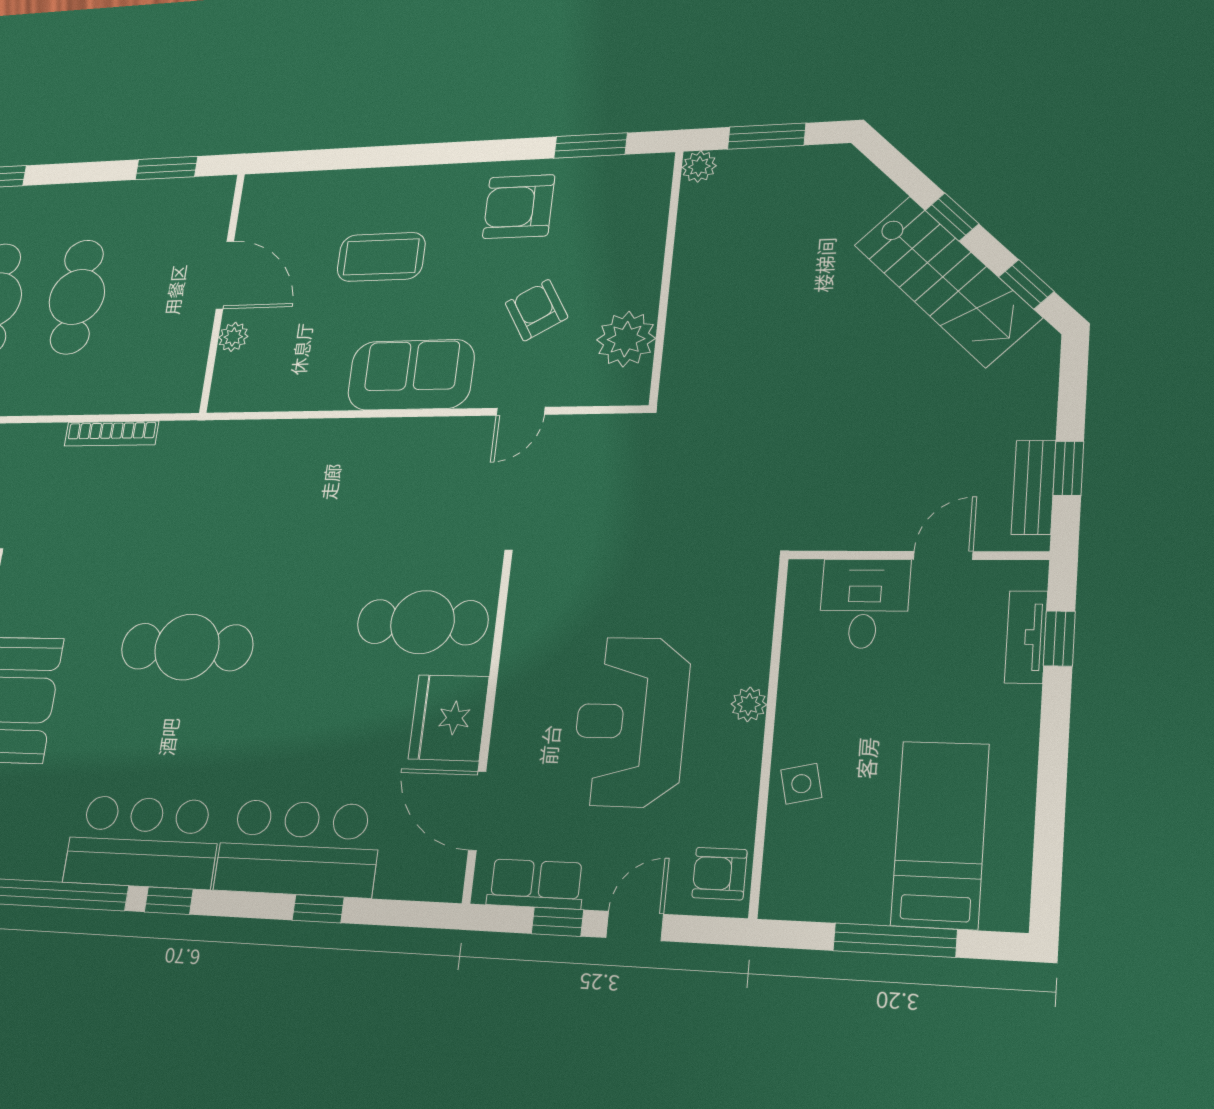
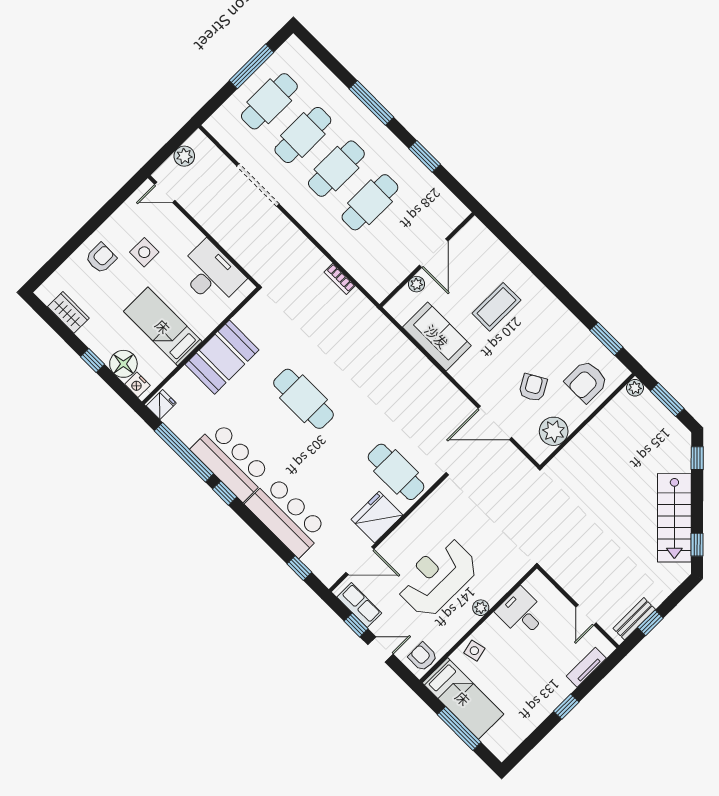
window: (166, 168) -> (425, 156), moved
armchair: (519, 207) -> (586, 381), moved, turned -90
window: (952, 217) -> (697, 458), moved
coffee table: (381, 257) -> (496, 307), turned 90
sofa: (411, 375) -> (437, 336), moved
door: (521, 411) -> (495, 423), width x1.87
bookcase: (111, 434) -> (340, 279), width x0.64
door: (943, 555) -> (586, 615), swing flipped
desk: (864, 604) -> (521, 613), moved, turned -90
window: (1059, 639) -> (566, 707), moved
door: (477, 811) -> (360, 561), swing flipped
bed: (940, 834) -> (463, 698), moved, turned 90
window: (318, 909) -> (299, 568), moved

